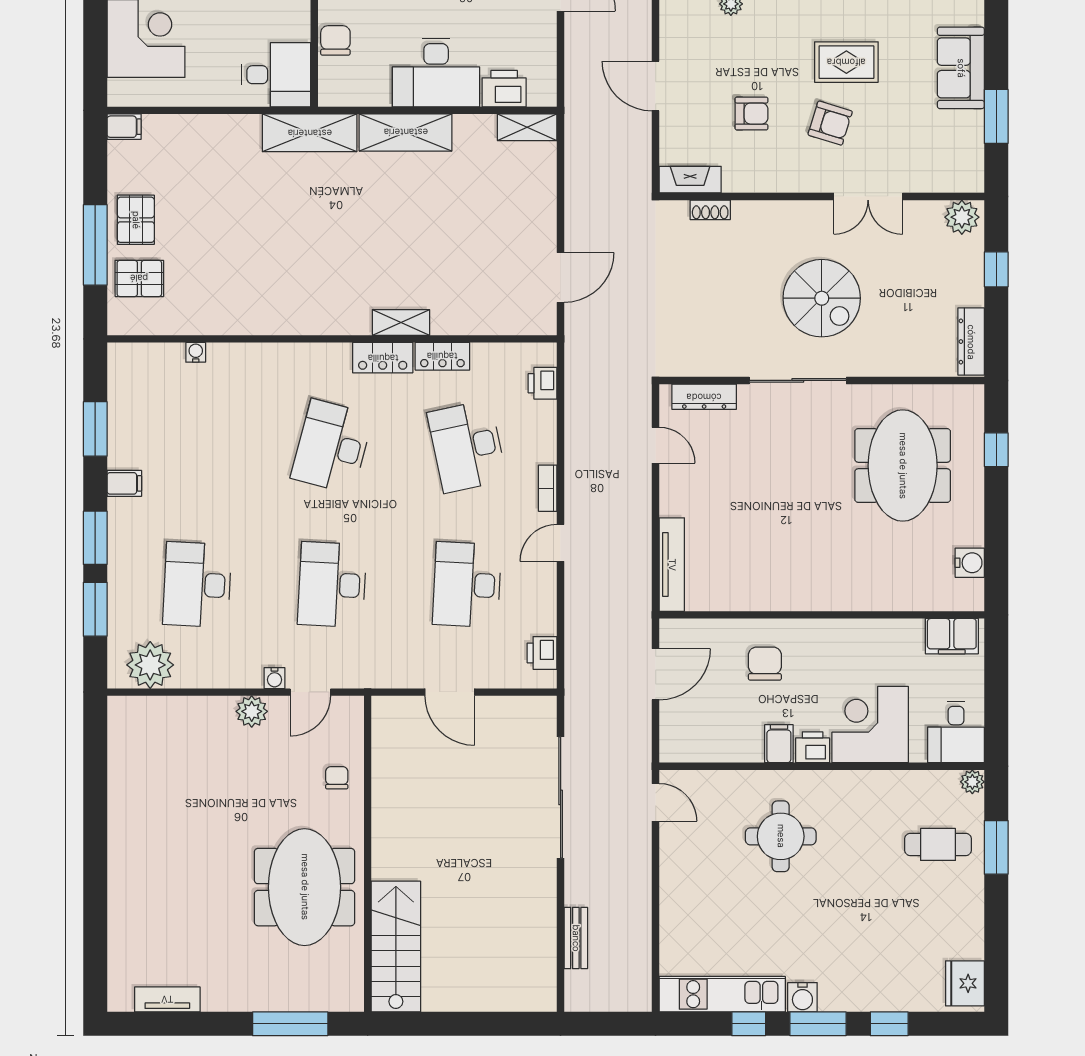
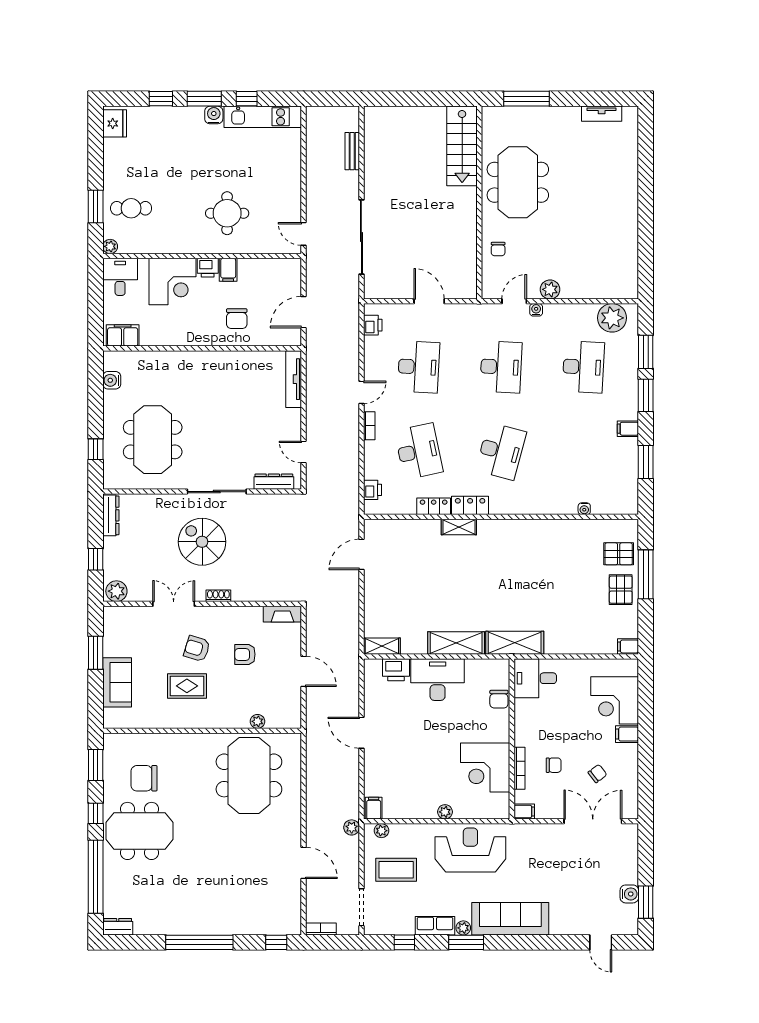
shoe rack: (710, 210) -> (218, 596), moved

